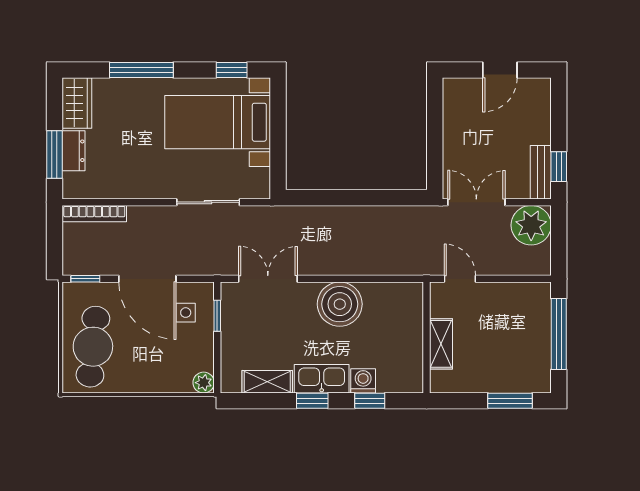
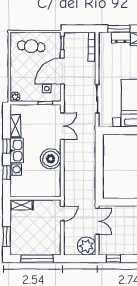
bench: (541, 172) -> (111, 250), removed
shelving: (441, 344) -> (22, 205), moved
cafe table: (93, 347) -> (31, 46), width x0.73, depth x0.74

